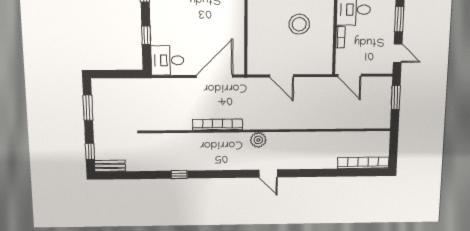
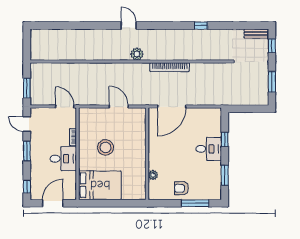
desk: (167, 60) -> (209, 149), moved
bookcase: (363, 163) -> (51, 34), removed

